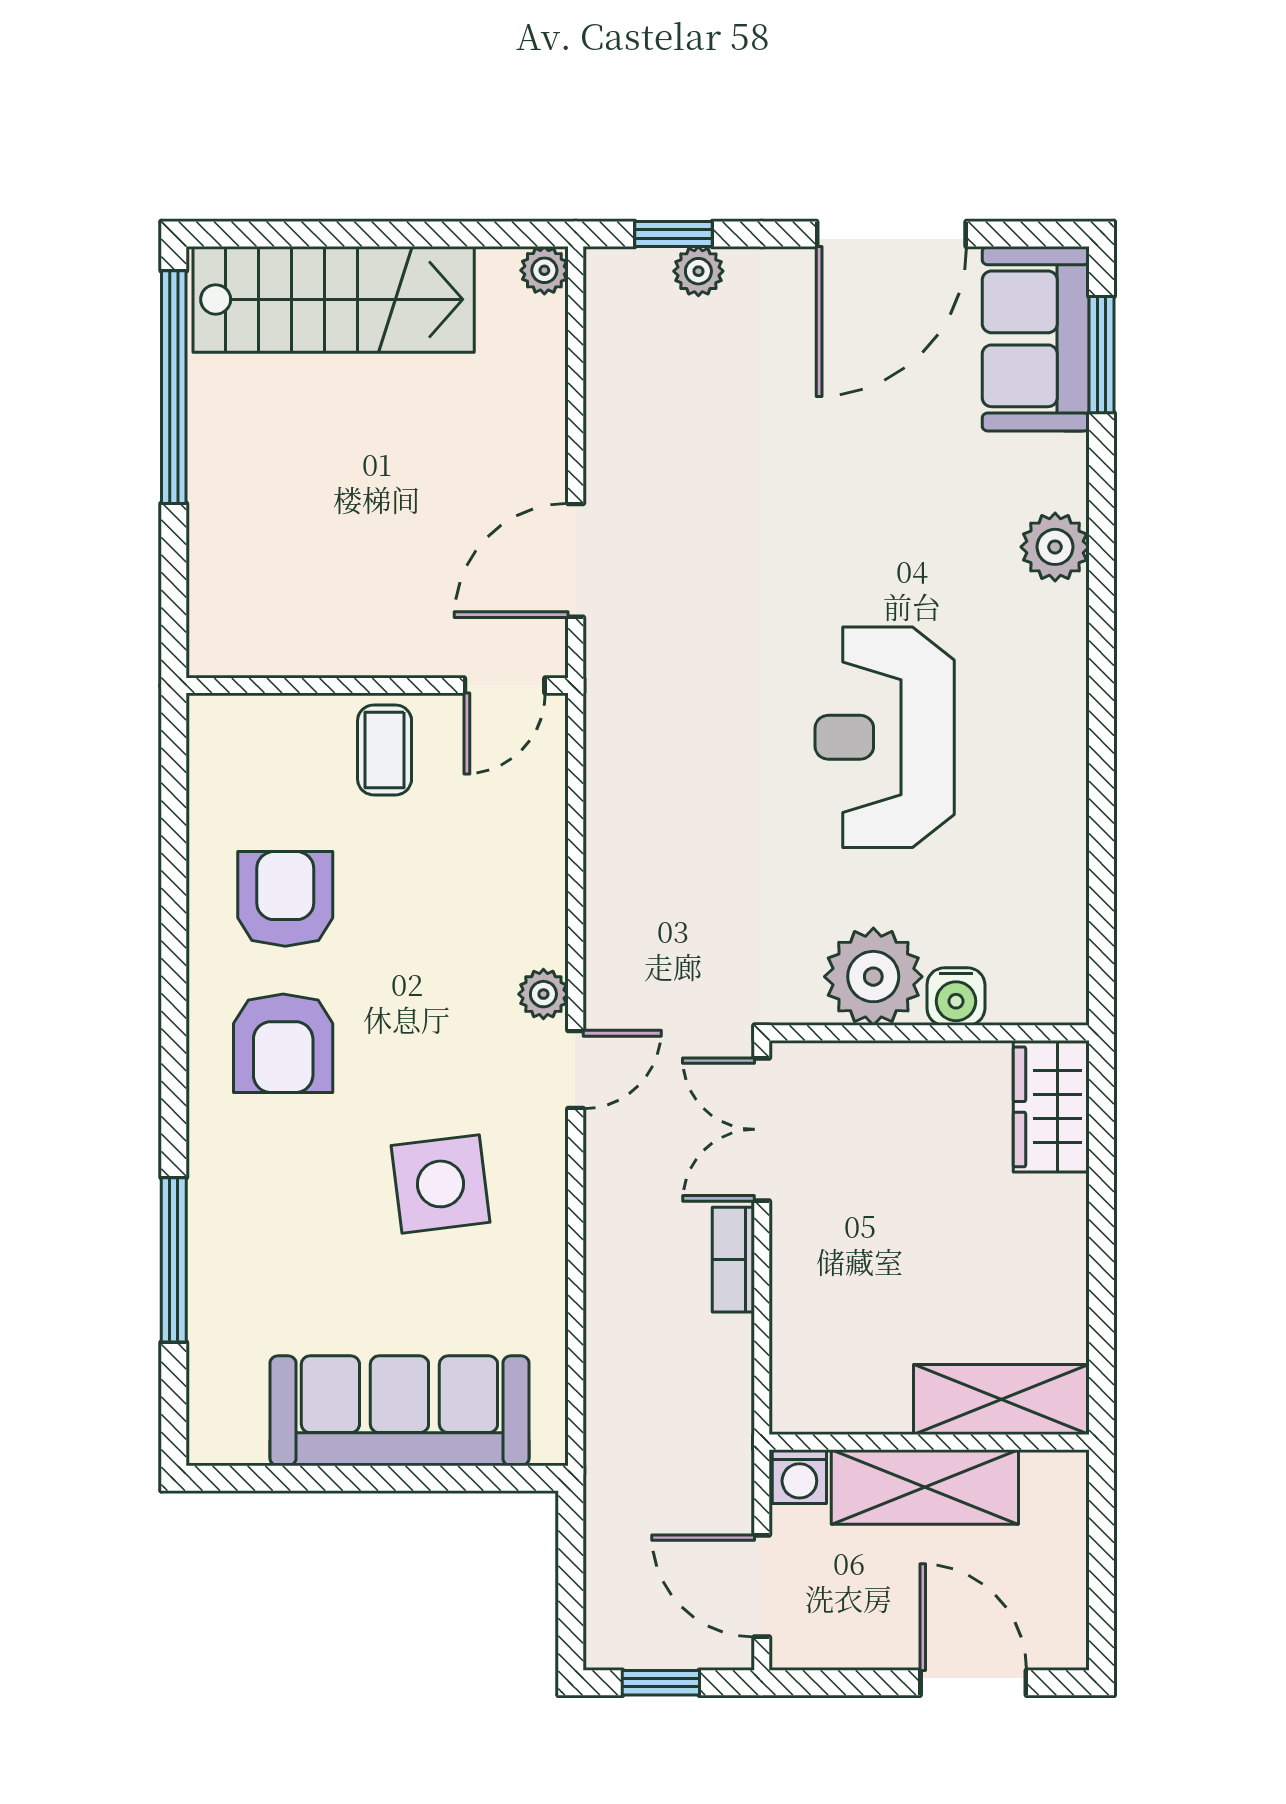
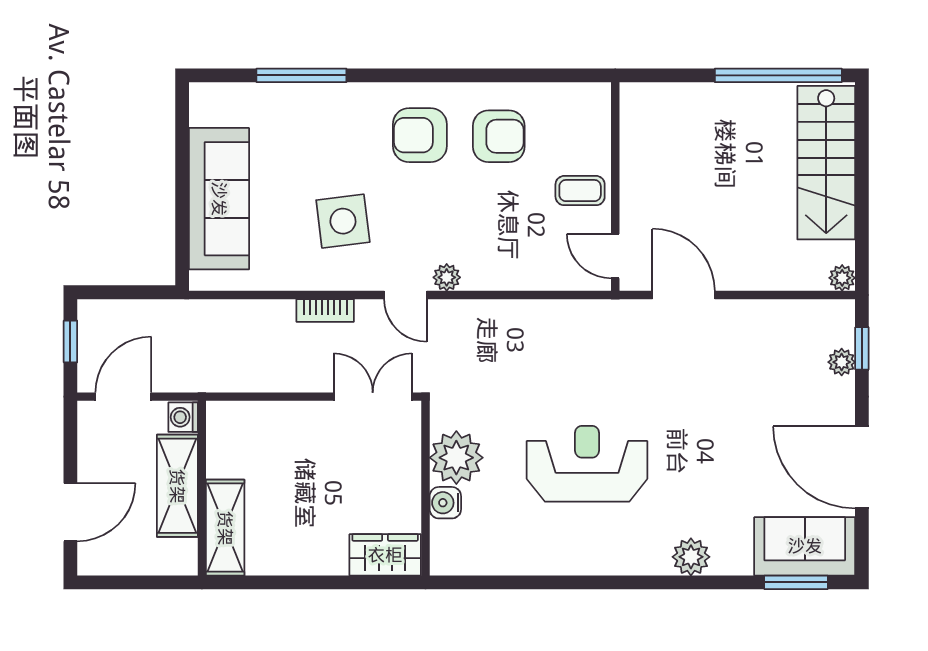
bookcase: (733, 1260) -> (325, 310), moved, turned 180

